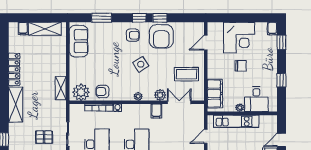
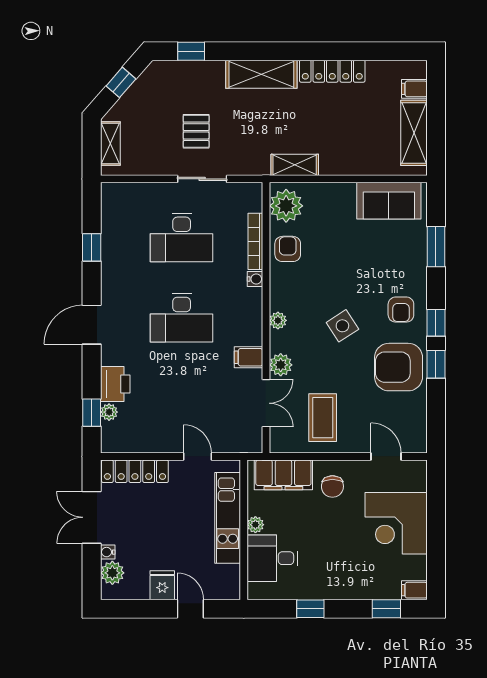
chair: (241, 66) -> (332, 486), moved

